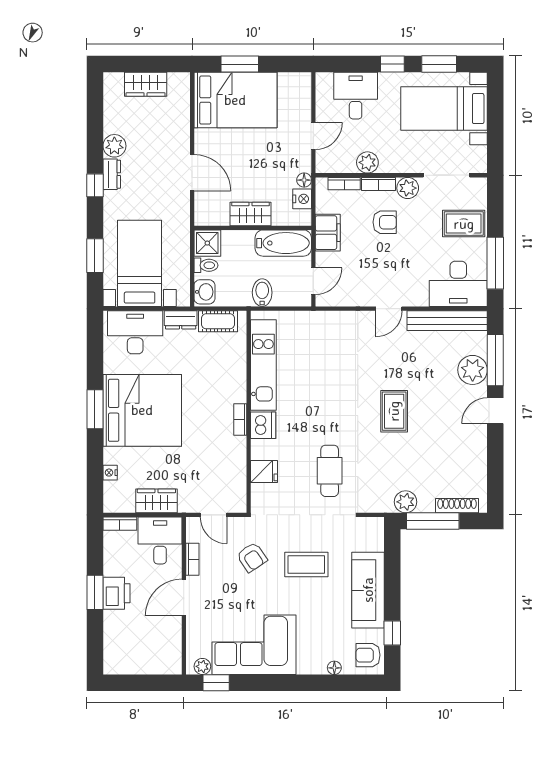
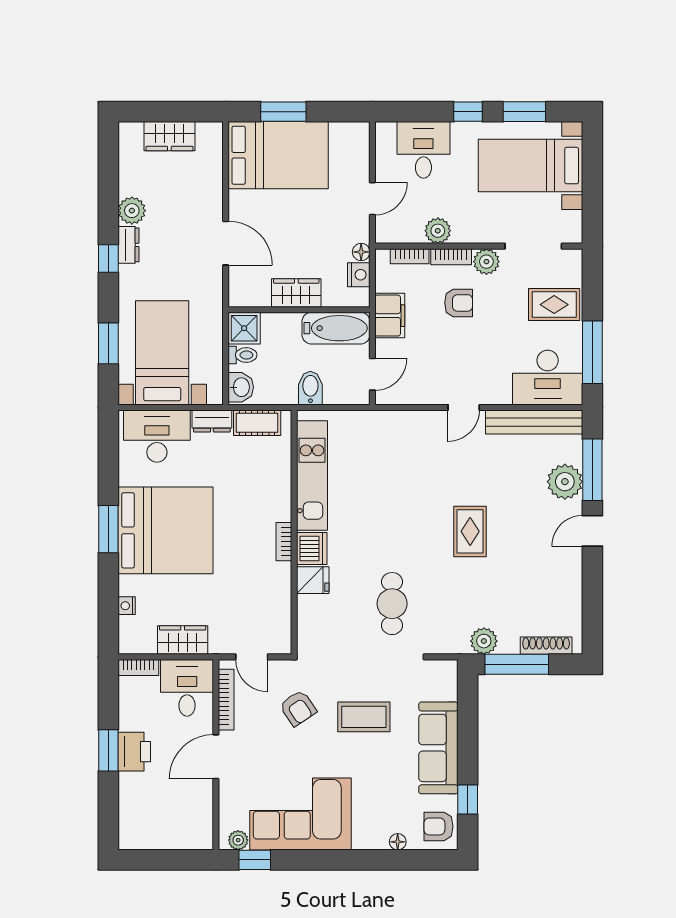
fridge: (264, 472) -> (313, 580), moved
bookcase: (192, 559) -> (226, 700), width x1.56

